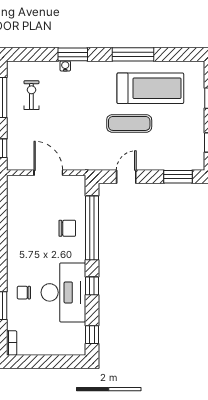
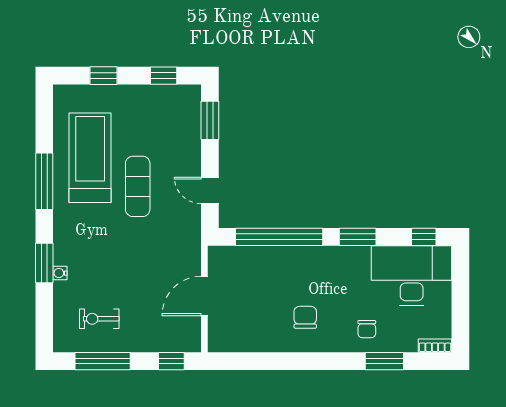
chair: (67, 228) -> (305, 317), moved
window: (92, 286) -> (358, 237), width x1.50
desk: (63, 292) -> (412, 276), moved

